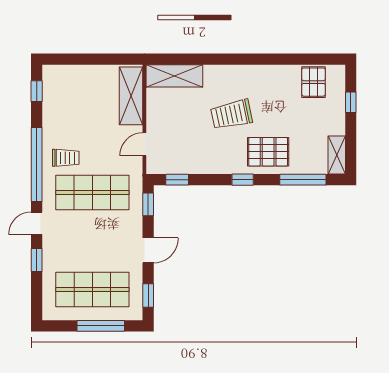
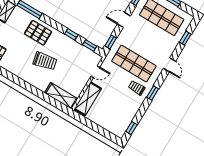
window: (37, 165) -> (153, 93), width x0.32
window: (243, 180) -> (71, 34), moved
door: (37, 223) -> (169, 65), hinge flipped
window: (37, 260) -> (185, 38), moved

